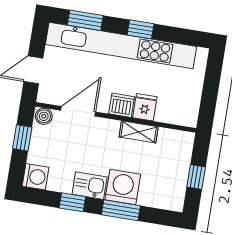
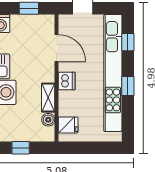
window: (85, 20) -> (128, 42), width x0.67
fridge: (145, 107) -> (68, 125), moved
boiler: (44, 116) -> (48, 120), moved

